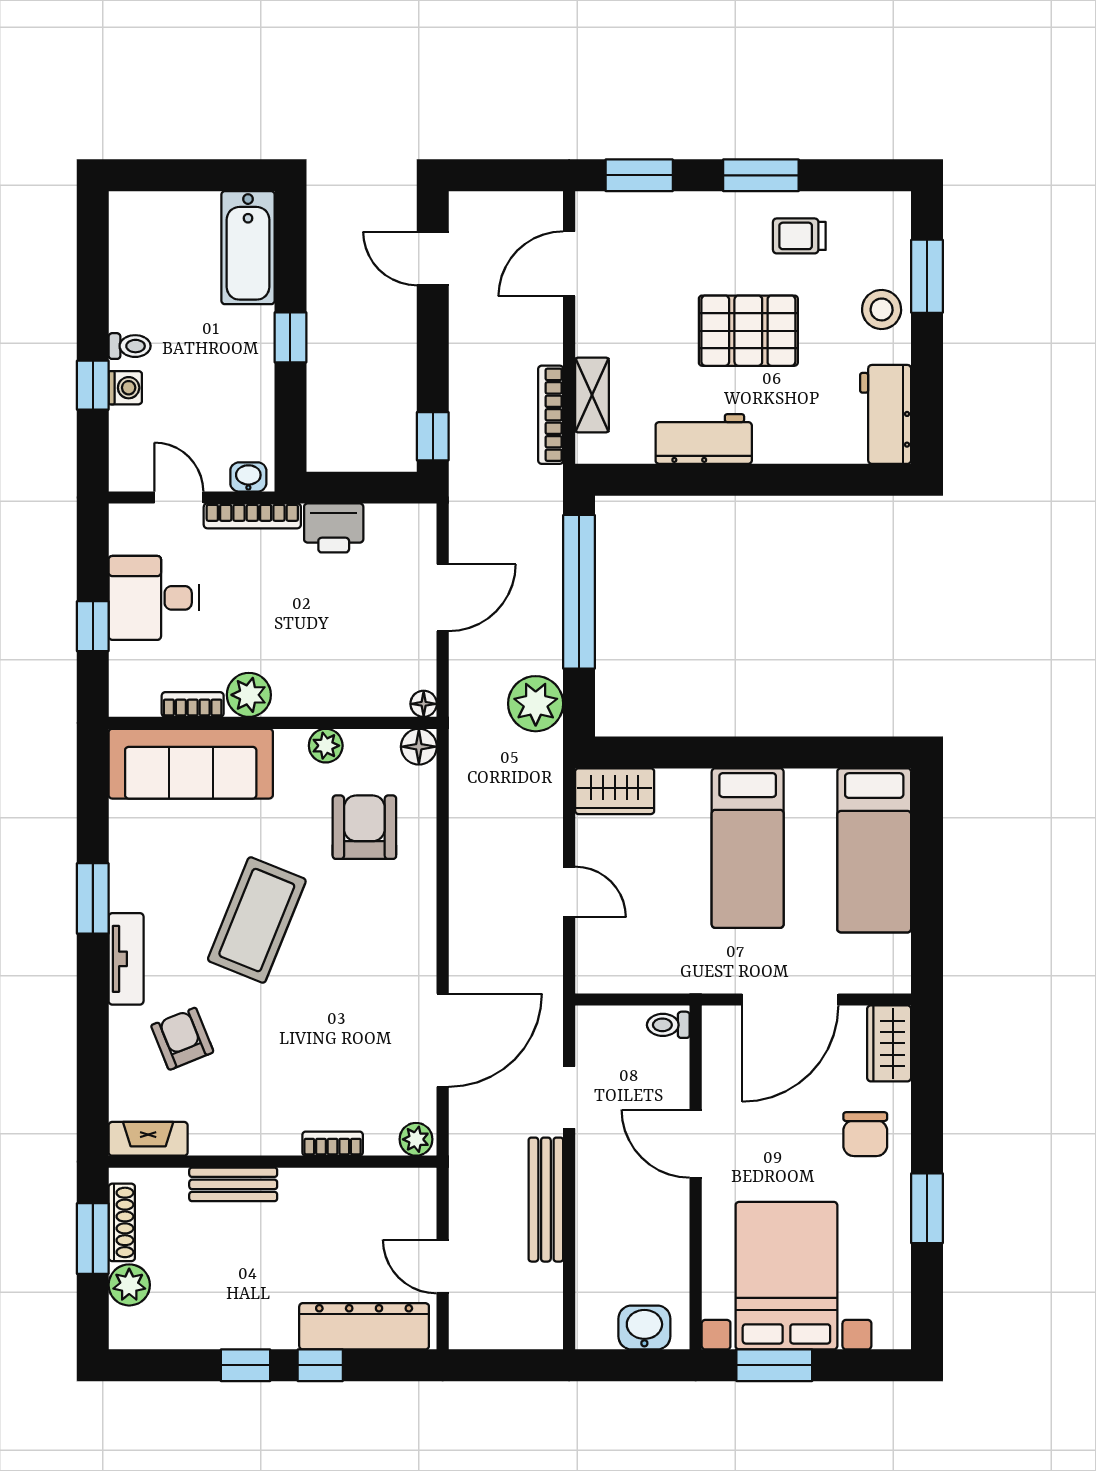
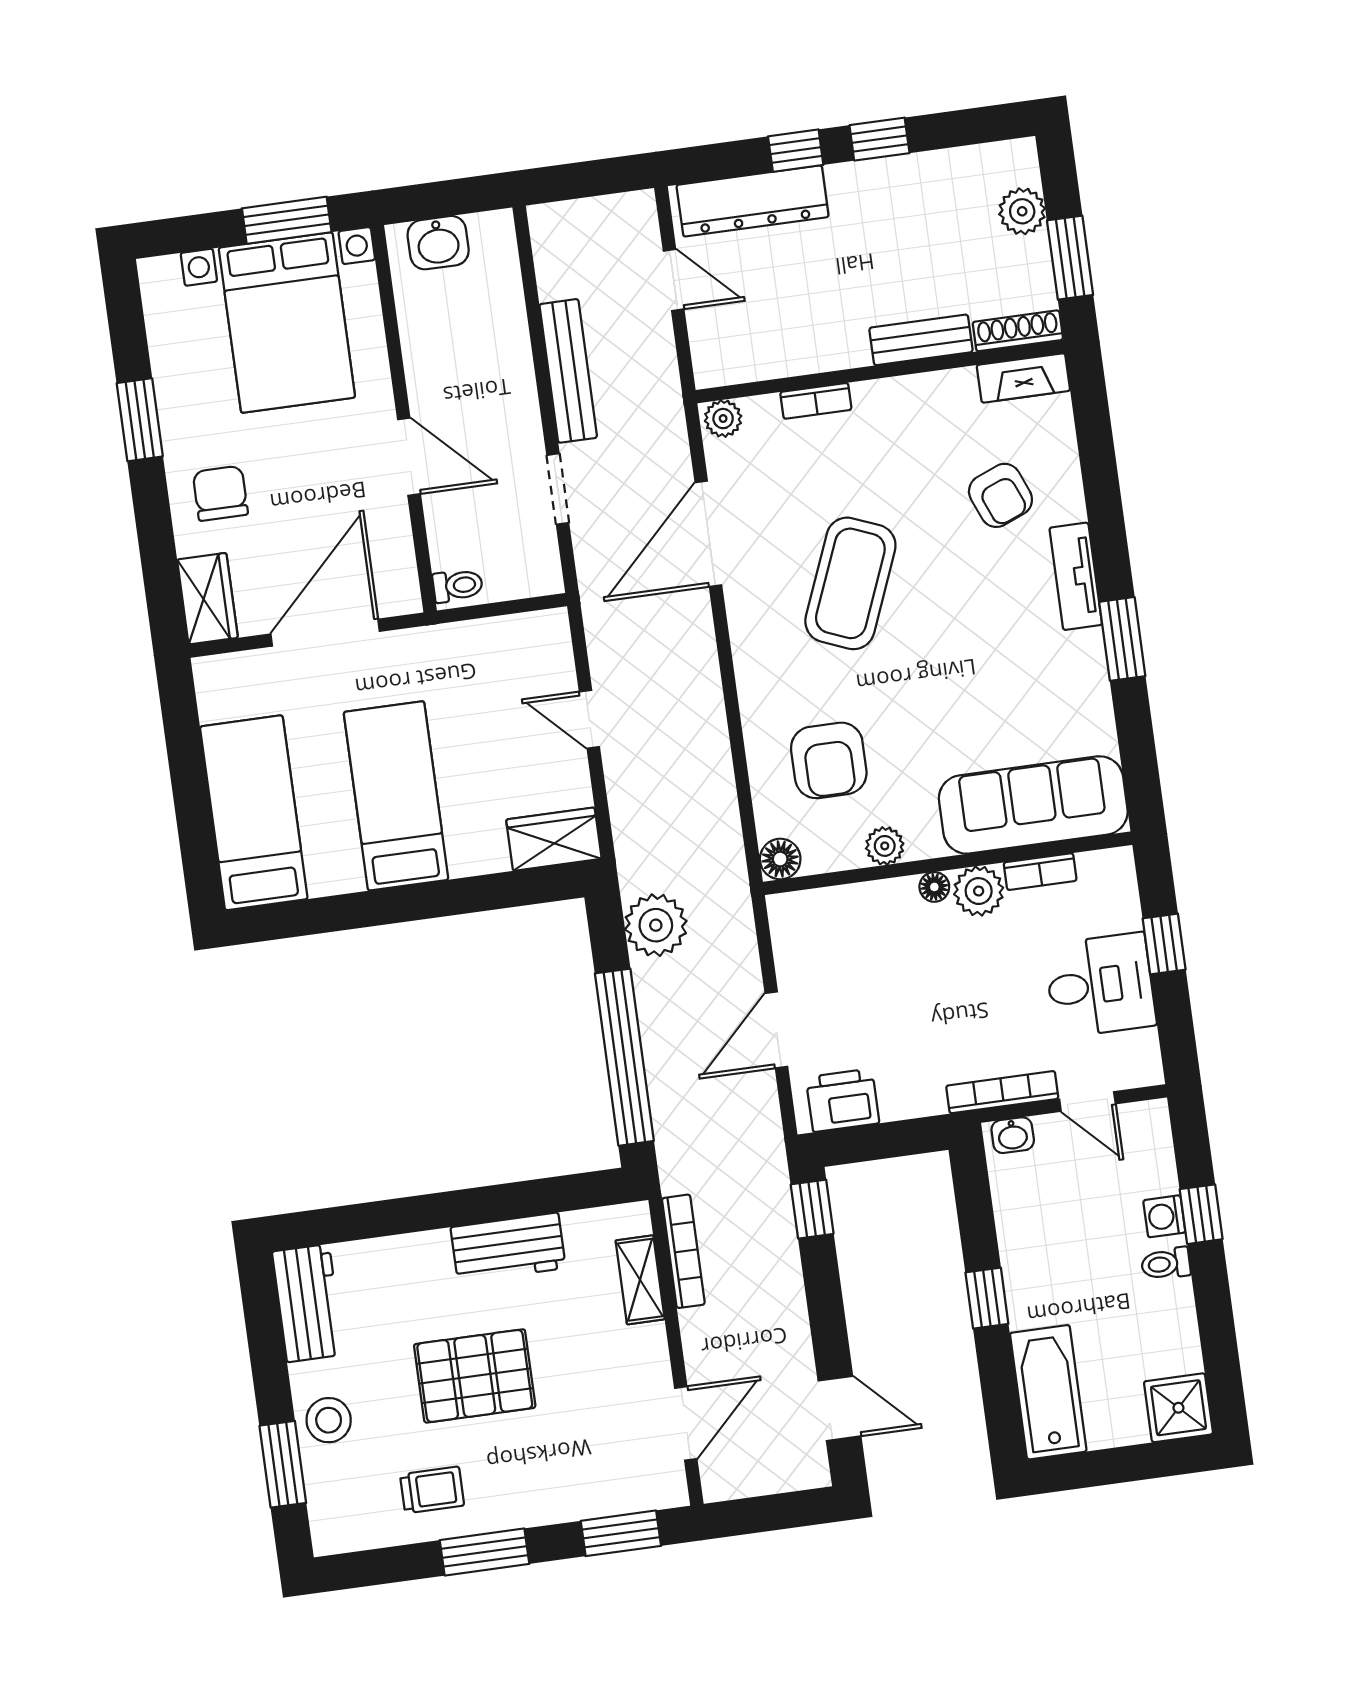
shower: (136, 218) -> (1178, 1408), added
printer: (334, 528) -> (843, 1100), moved
floor lamp: (424, 704) -> (934, 887), moved
coffee table: (257, 920) -> (850, 583), moved
shoe rack: (122, 1222) -> (1018, 331), moved, turned 90

